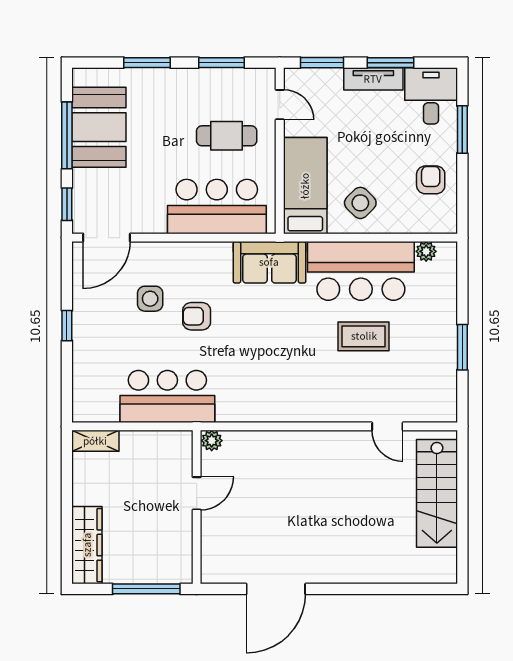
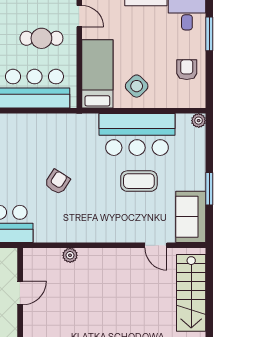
plant: (426, 251) -> (199, 121), moved
sofa: (269, 262) -> (191, 217), moved, turned 90
armchair: (197, 316) -> (57, 182), moved, turned 123
plant: (212, 441) -> (70, 255), moved

